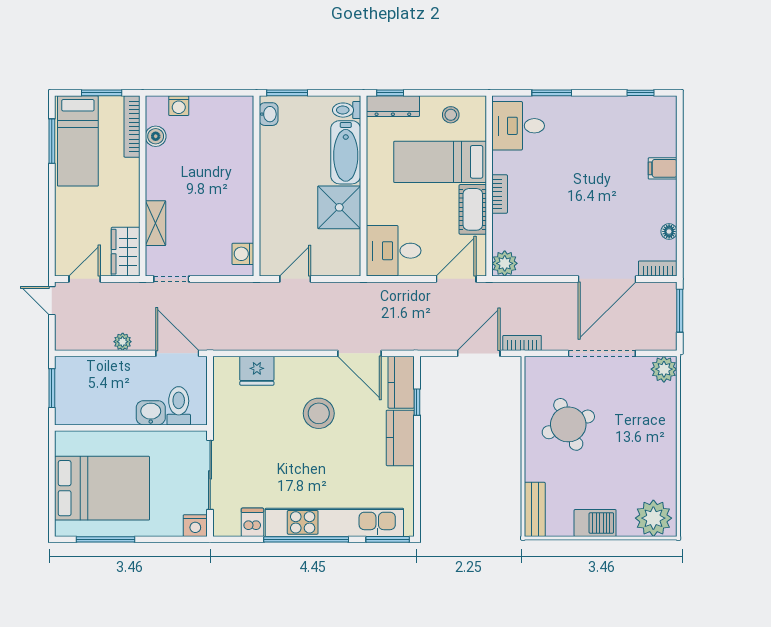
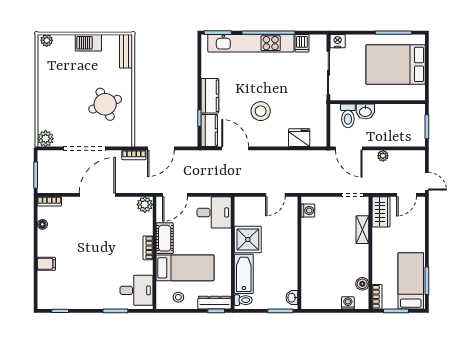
bookcase: (132, 126) -> (377, 297), width x0.64
door: (607, 279) -> (97, 195), moved
plant: (653, 518) -> (47, 40), width x0.53, depth x0.53

